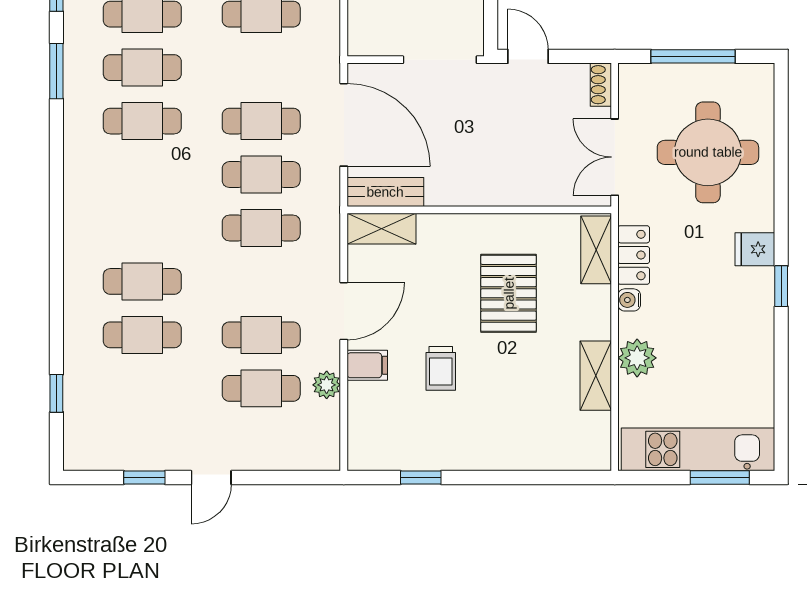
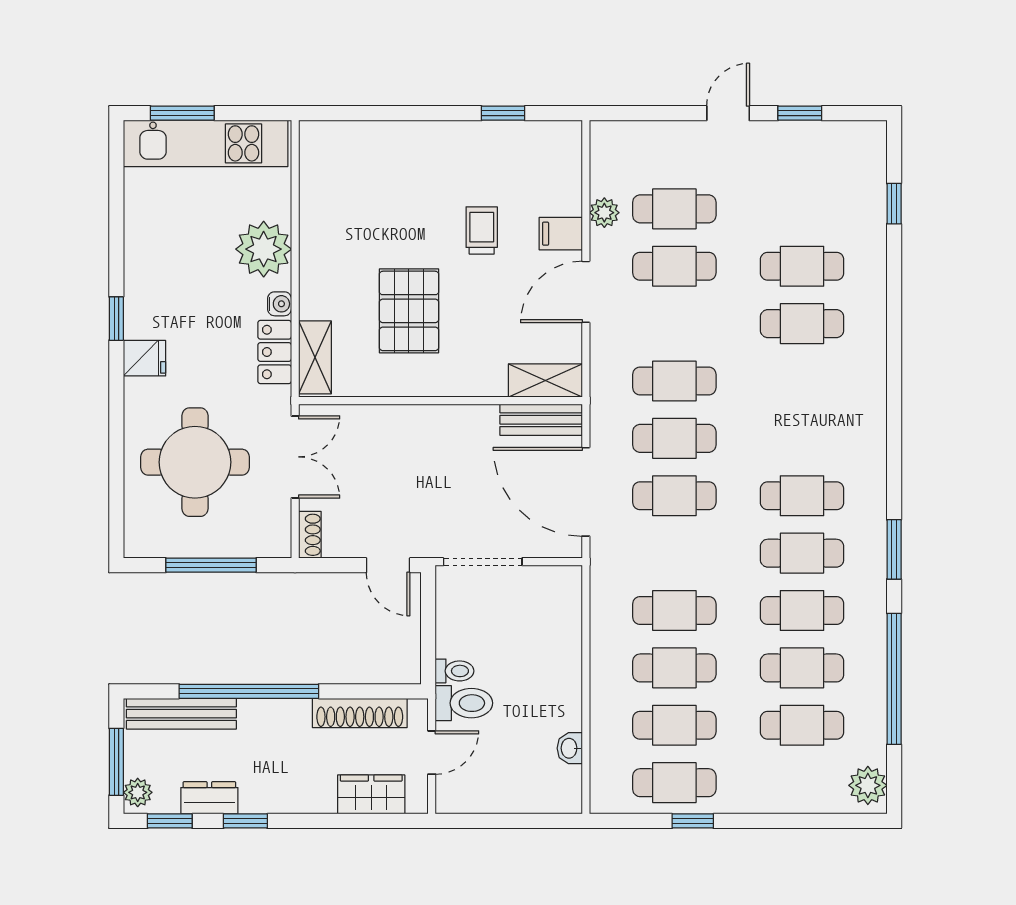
plant: (637, 358) -> (264, 249), width x1.36, depth x1.36
shelving: (596, 376) -> (315, 223), removed

